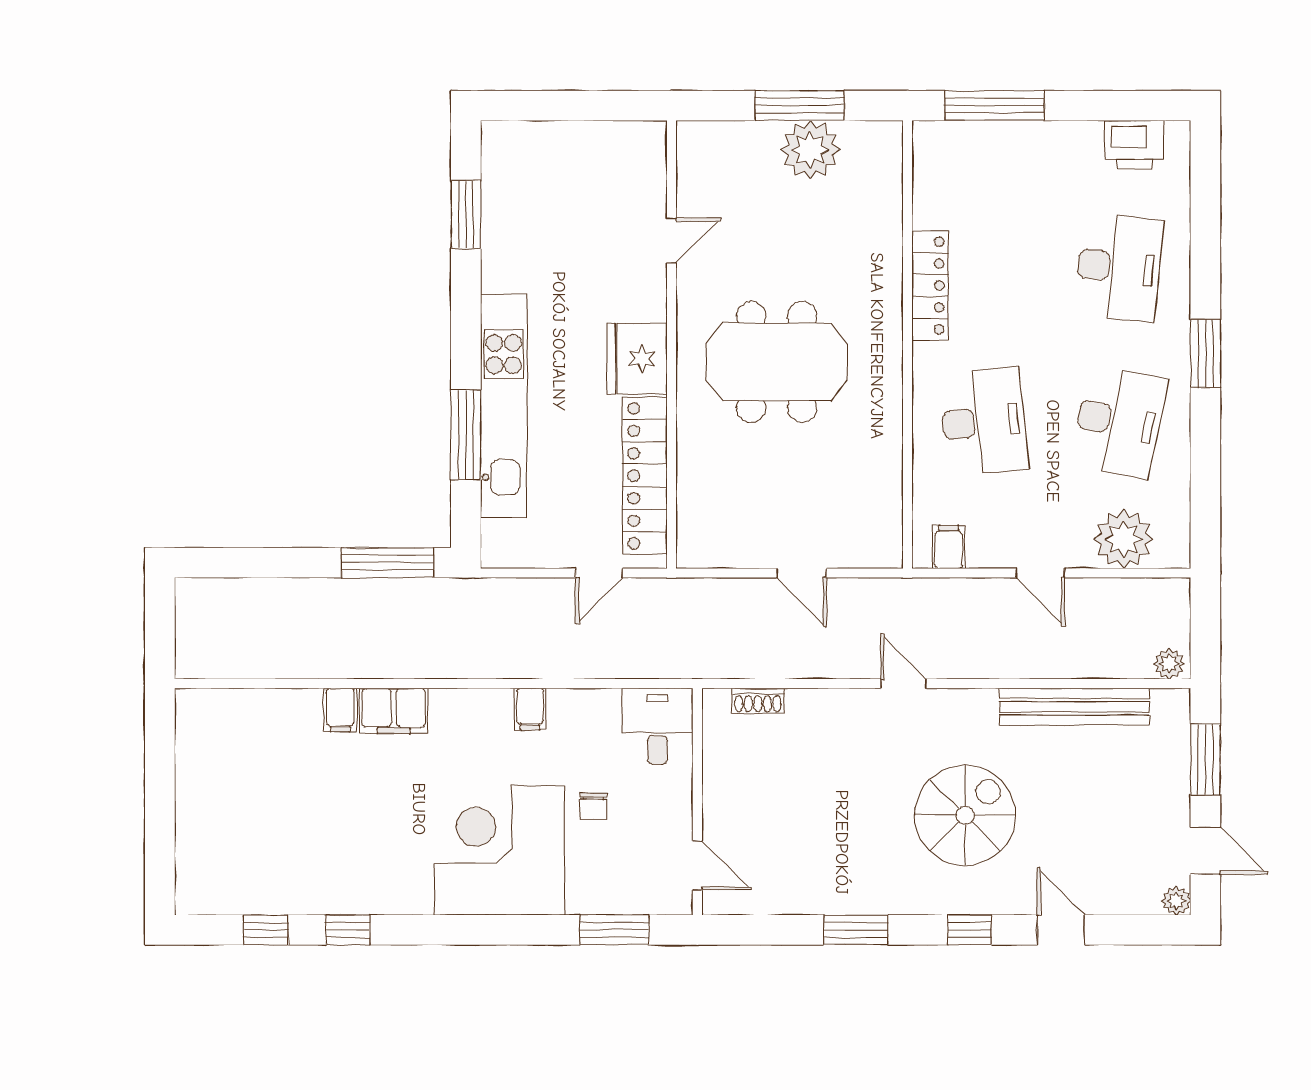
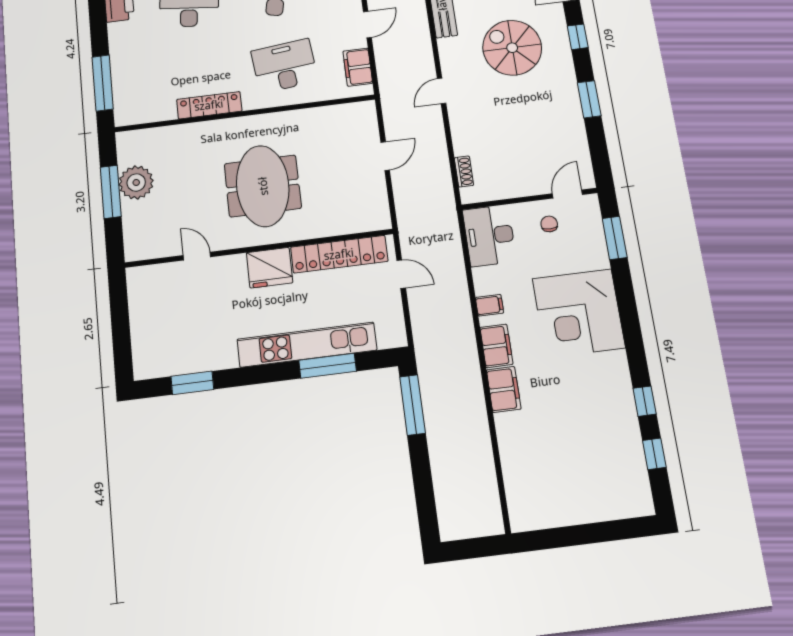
filing cabinet: (949, 547) -> (358, 67), width x2.00
filing cabinet: (340, 710) -> (496, 346), moved, width x2.00
desk: (657, 726) -> (489, 236), width x1.37
chair: (593, 806) -> (549, 224), moved, turned -90

